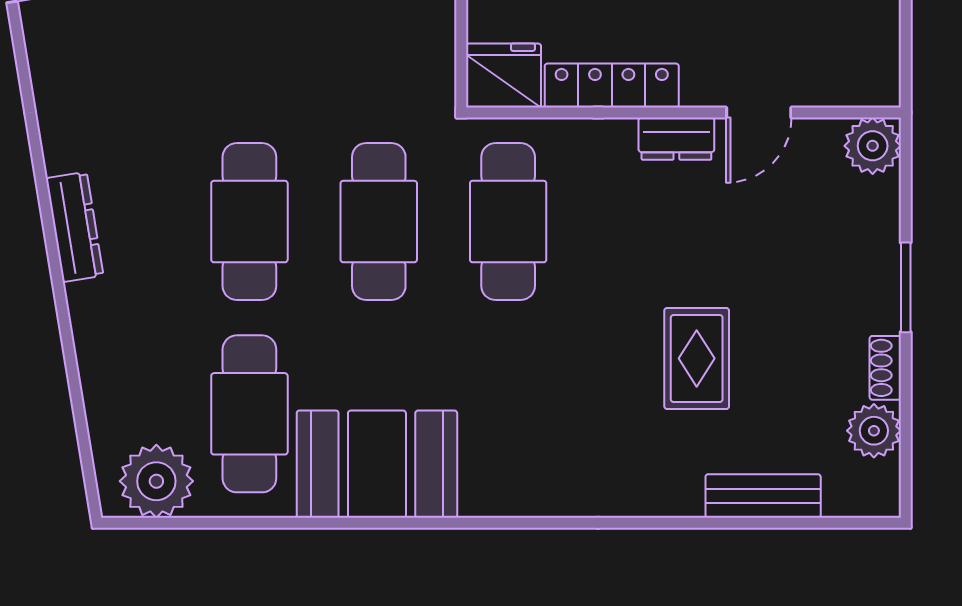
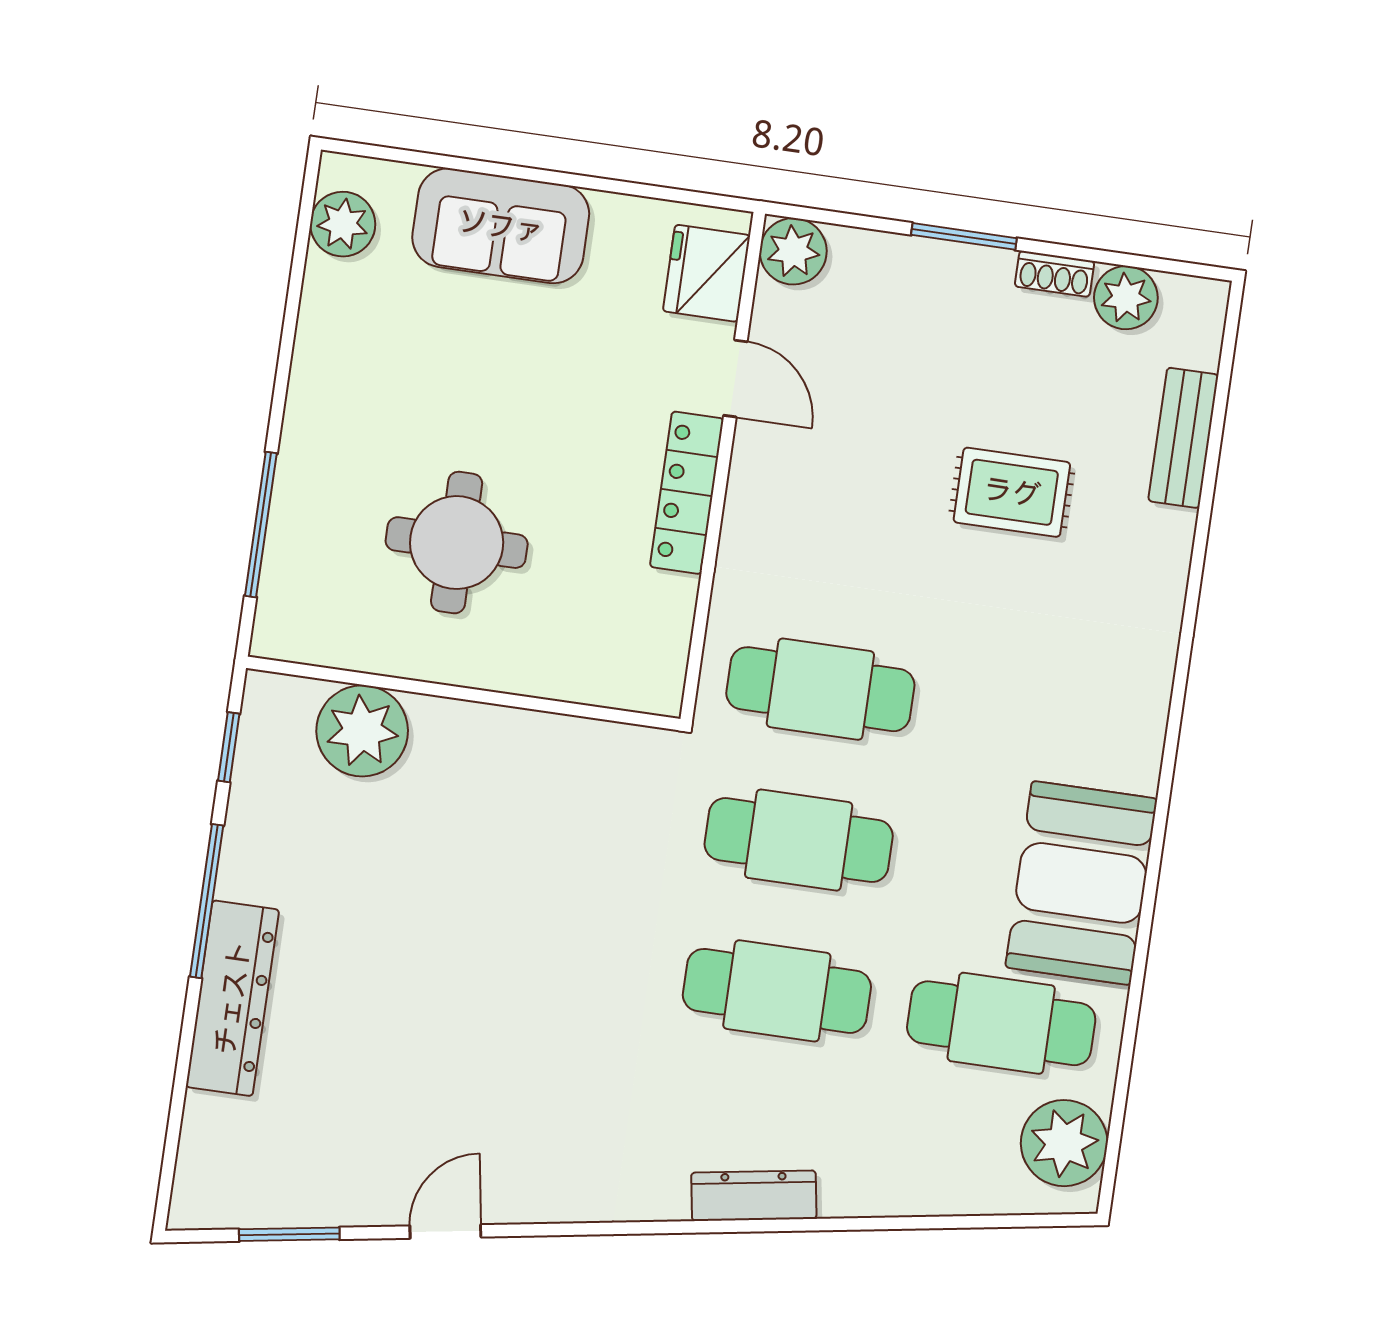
fridge: (504, 76) -> (706, 273), moved
locker: (612, 86) -> (687, 493), moved
dresser: (676, 139) -> (752, 479), removed

